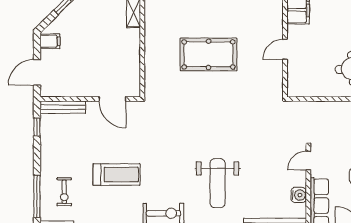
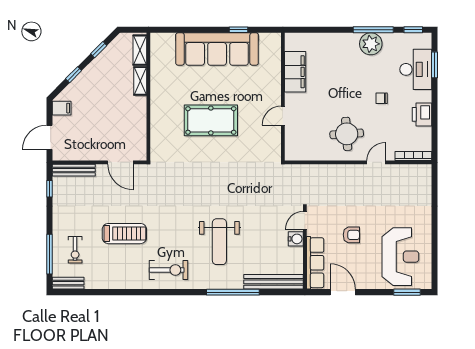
water cooler: (299, 195) -> (296, 239), moved

